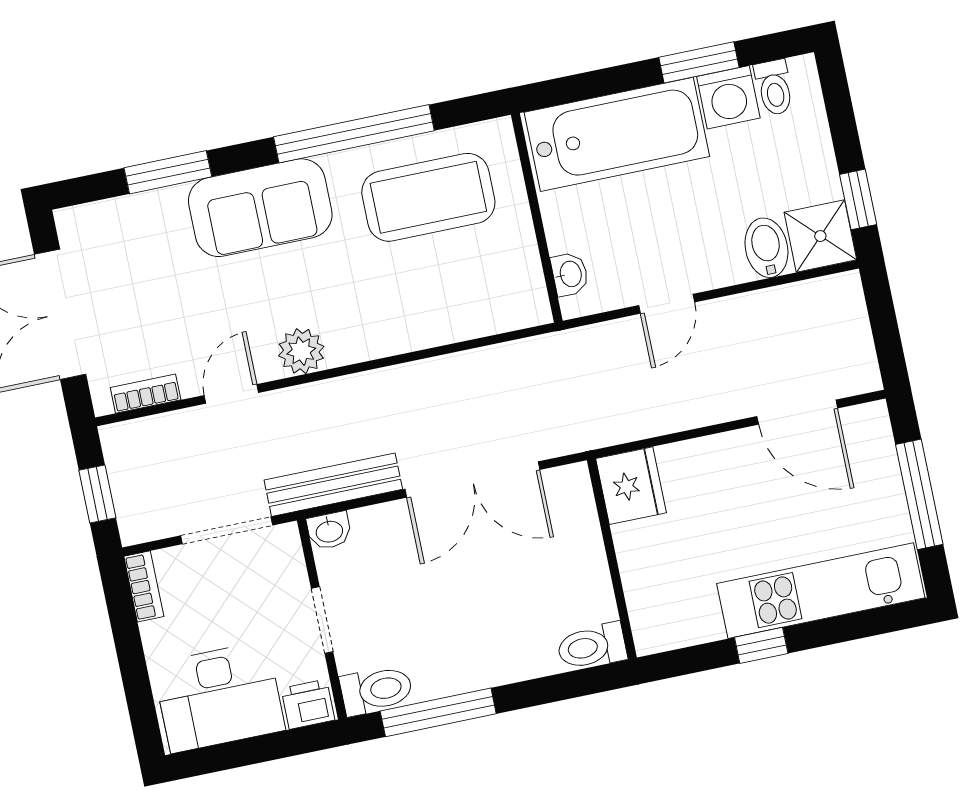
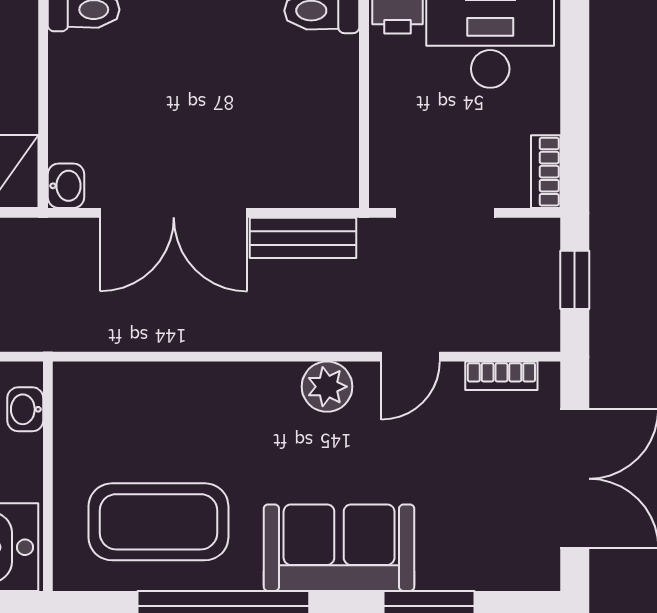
double door: (472, 479) -> (174, 213), swing flipped
bench: (333, 485) -> (303, 238), width x0.73
washbasin: (329, 531) -> (66, 186), moved, turned 90
doorway: (322, 620) -> (364, 97), removed

